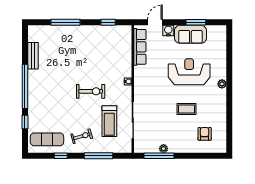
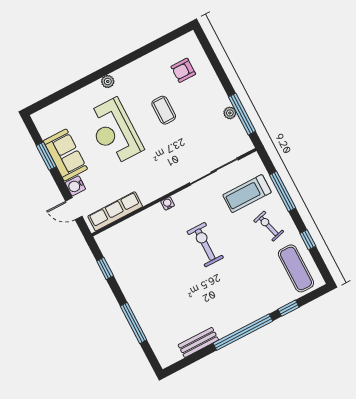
treadmill: (109, 121) -> (247, 194), moved, turned 180

